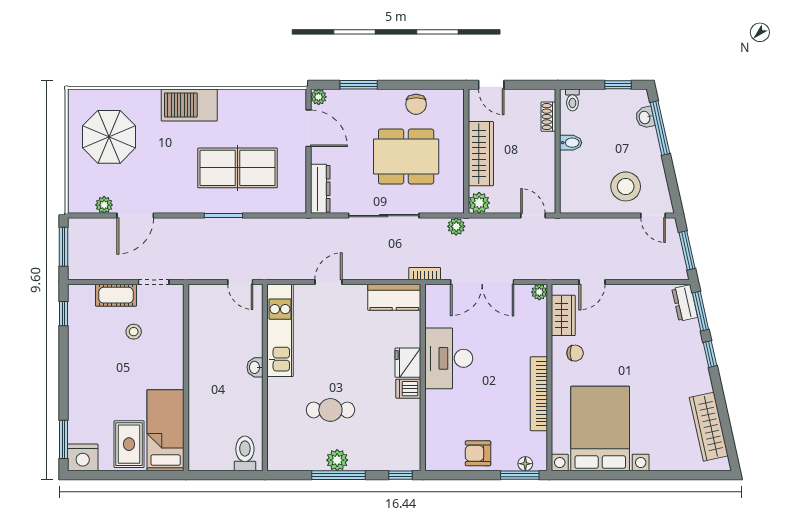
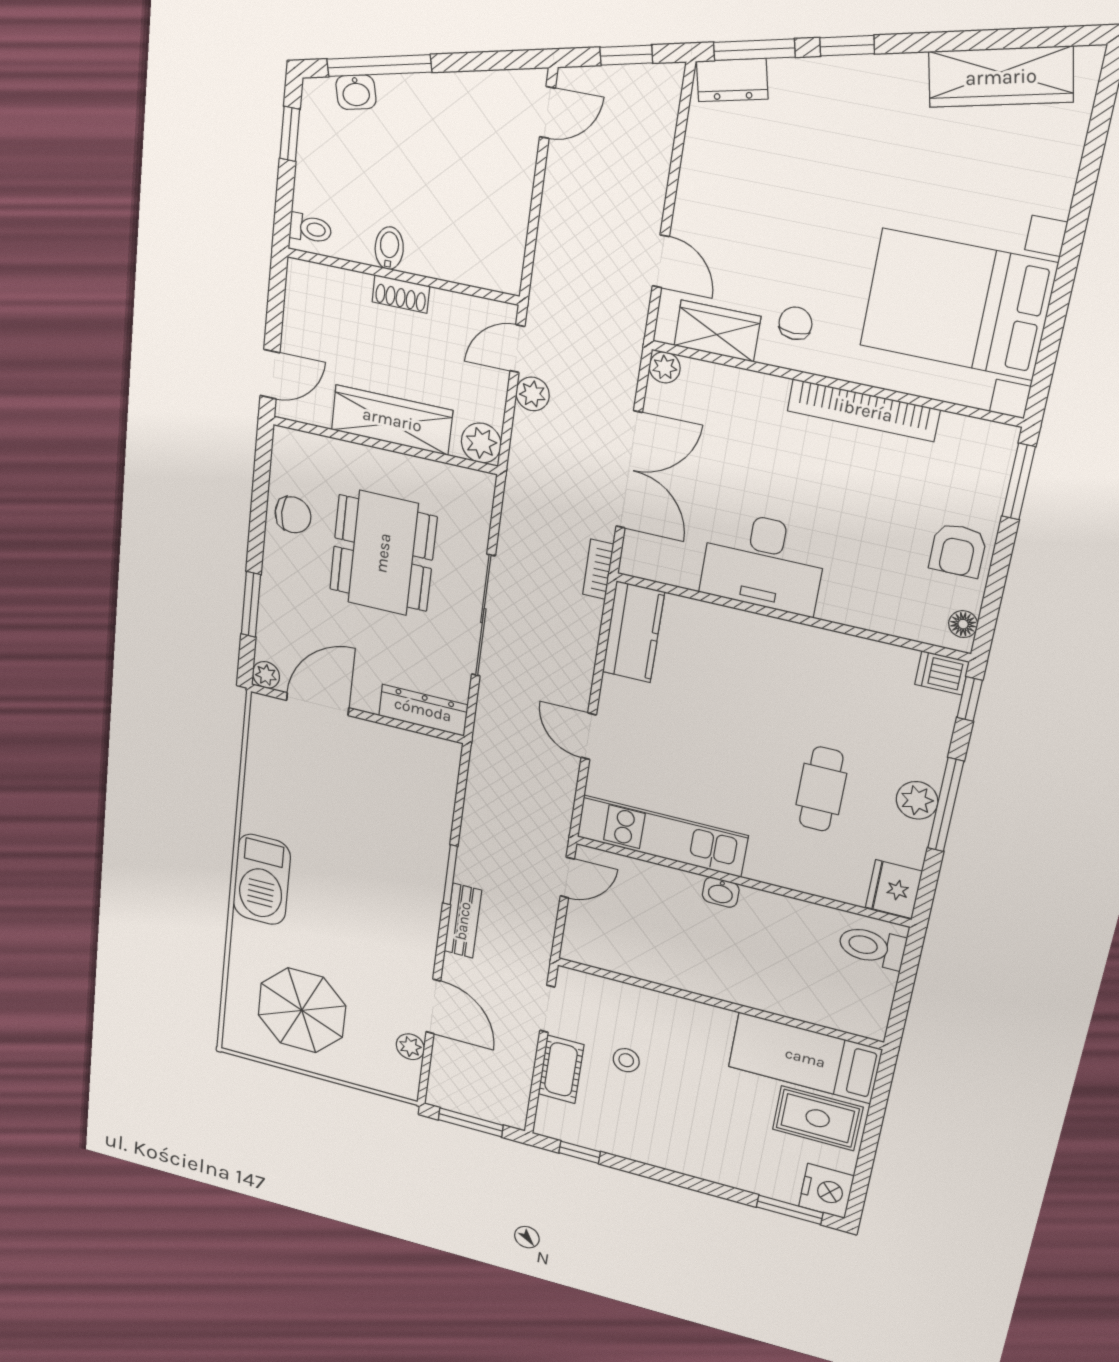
shoe rack: (548, 117) -> (401, 294), moved
table tennis table: (238, 168) -> (373, 833), removed
stool: (626, 186) -> (484, 157), removed
bench: (196, 226) -> (463, 921), added
plant: (456, 226) -> (533, 394), moved
window: (687, 250) -> (626, 55), width x0.67
fridge: (408, 363) -> (894, 889), moved, turned 90
dishwasher: (408, 389) -> (942, 673), moved, turned 90
floor lamp: (525, 464) -> (963, 624), moved

